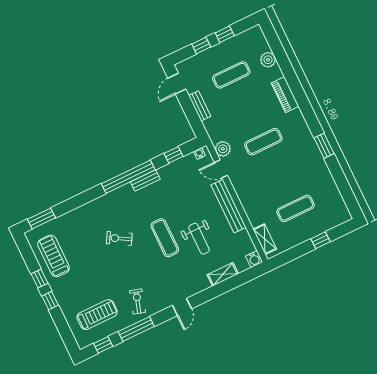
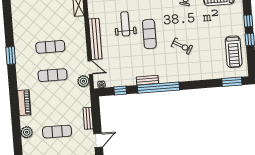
exercise mat: (296, 208) -> (50, 47), moved

